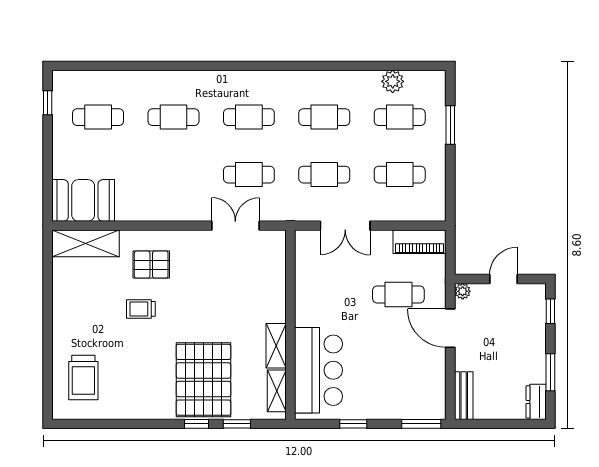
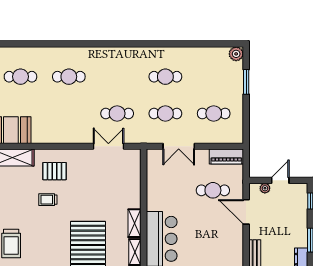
plant: (393, 81) -> (236, 54), moved
cafe table: (249, 117) -> (117, 77), removed
cafe table: (400, 117) -> (214, 77), removed
plant: (463, 291) -> (265, 188), moved

